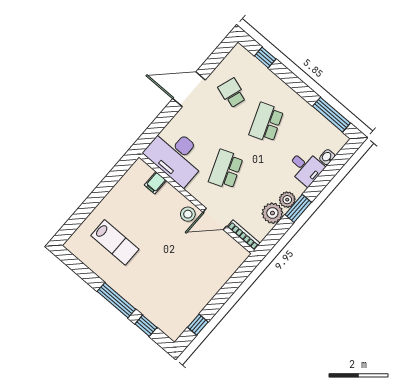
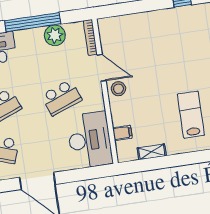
shelving: (120, 188) -> (152, 152), added
plant: (287, 200) -> (35, 36), removed
window: (298, 208) -> (33, 22), width x2.11

